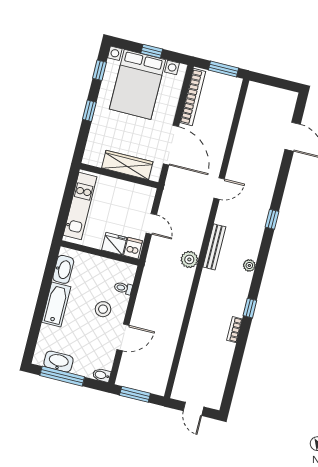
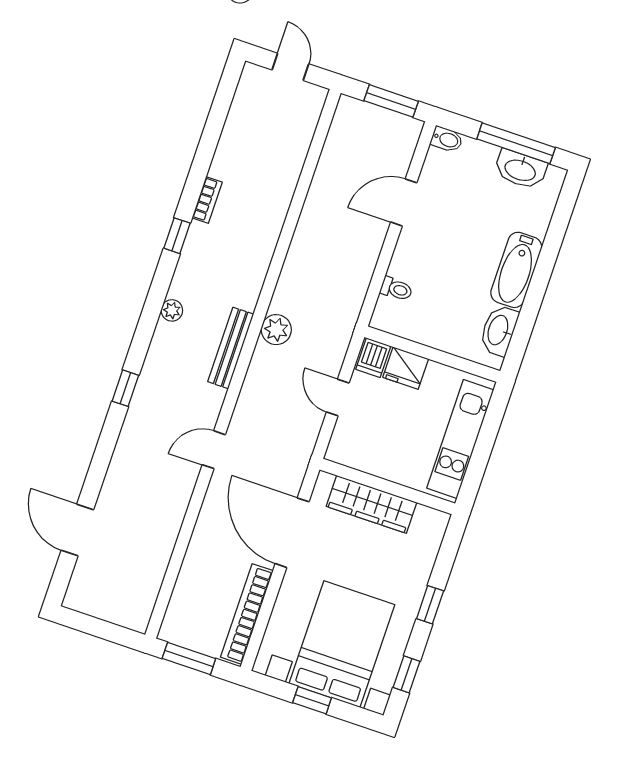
stool: (103, 309) -> (435, 255), removed

